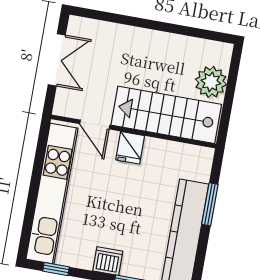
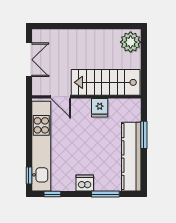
plant: (211, 82) -> (131, 42), moved
fridge: (130, 148) -> (100, 108), moved
window: (26, 235) -> (29, 175), added

